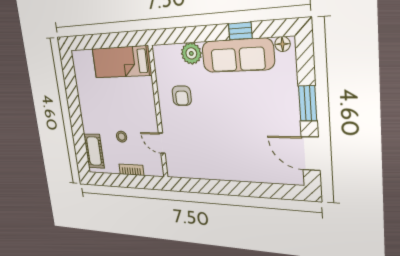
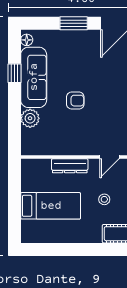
bed: (122, 62) -> (51, 206), moved, turned -90
armchair: (182, 96) -> (75, 101), moved
dresser: (148, 100) -> (70, 166), added

